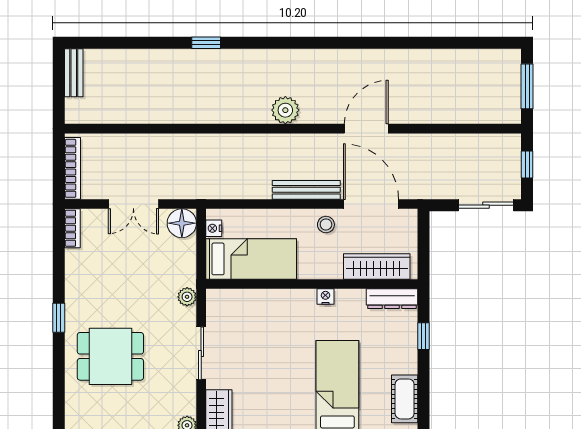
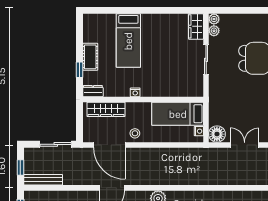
bench: (306, 190) -> (43, 180), moved
sliding door: (486, 205) -> (56, 144), moved
plant: (187, 297) -> (214, 31), moved
dresser: (392, 299) -> (93, 91), width x0.70
cot: (405, 399) -> (90, 57), moved

